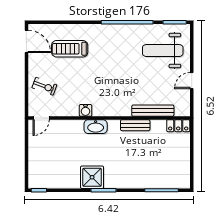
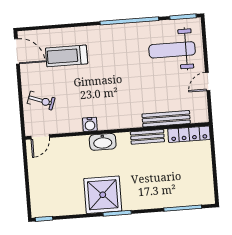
locker: (178, 126) -> (189, 134), width x1.53
shower: (92, 177) -> (103, 195), width x1.37, depth x1.37

